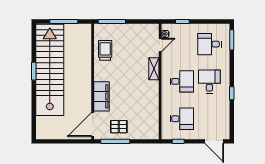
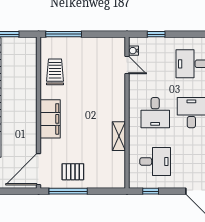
door: (160, 45) -> (127, 65), hinge flipped
shelving: (154, 69) -> (119, 136), moved
desk: (182, 81) -> (155, 113), turned 90
filing cabinet: (102, 96) -> (50, 119), moved

